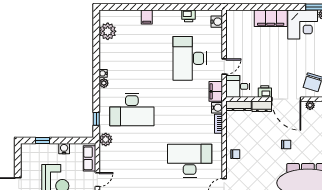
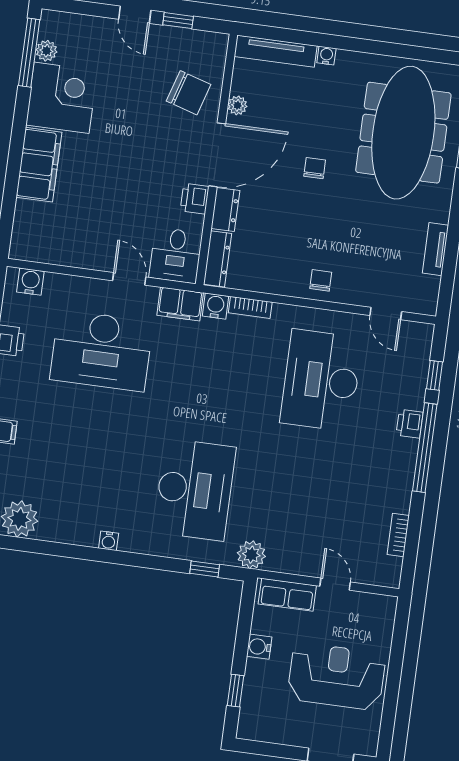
plant: (104, 83) -> (130, 542), removed

